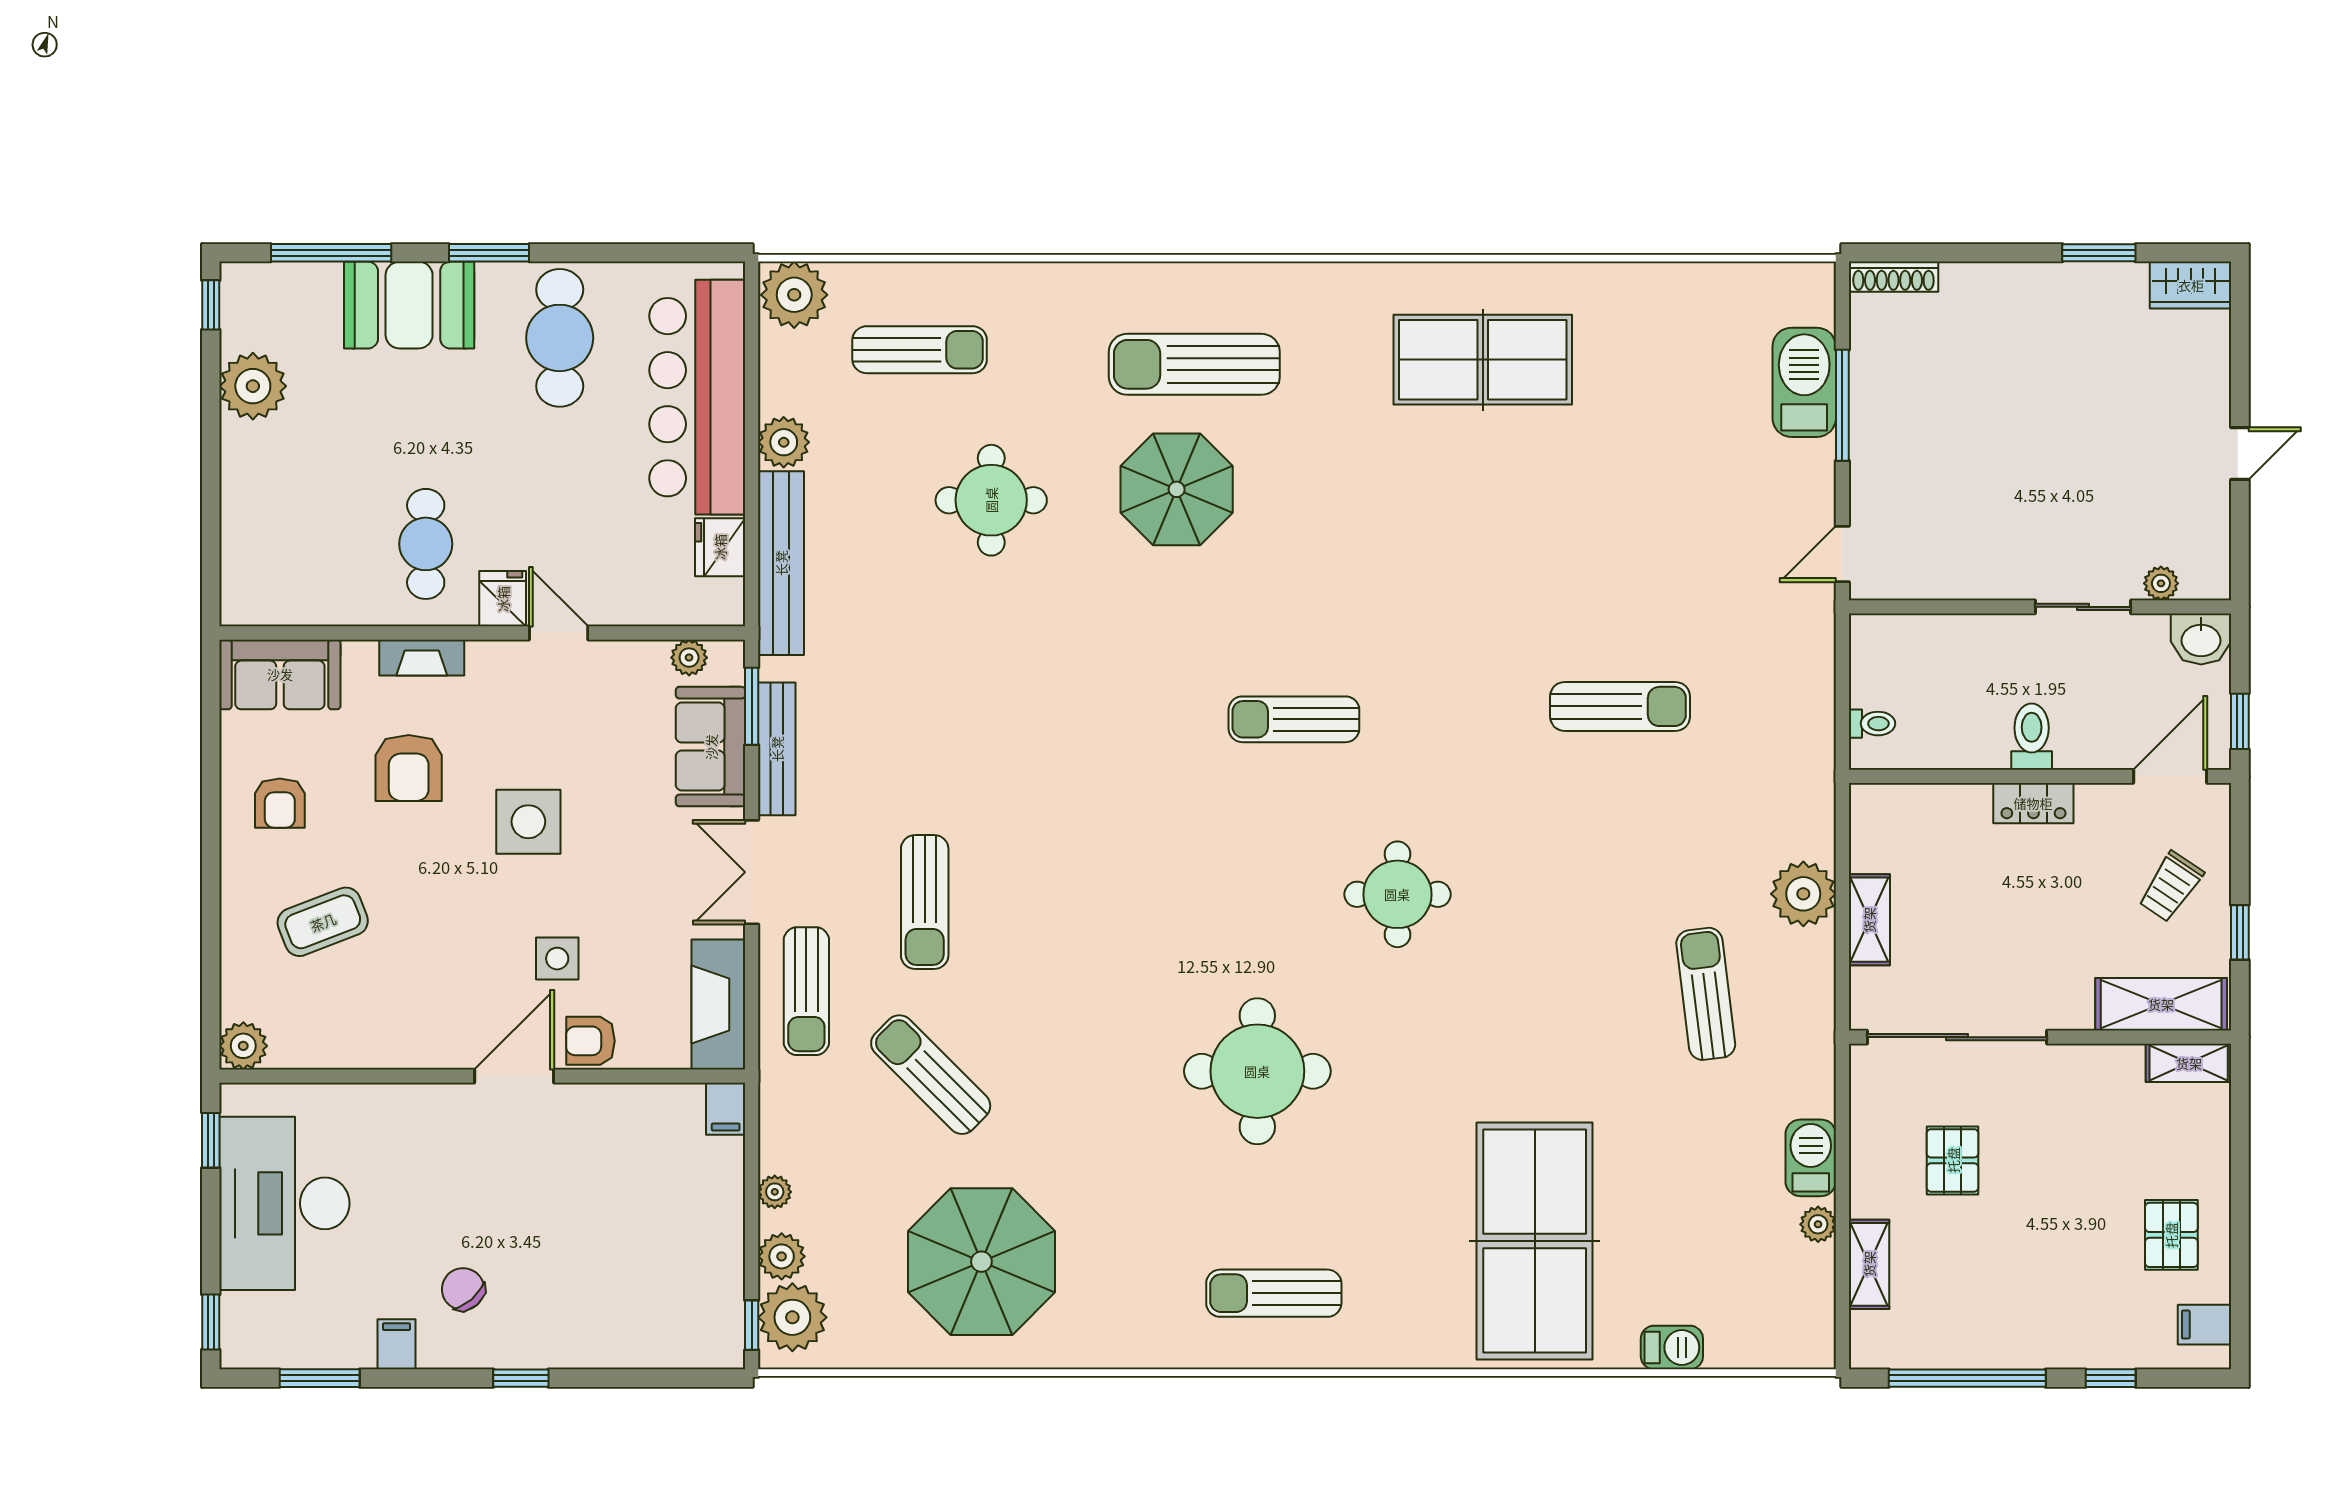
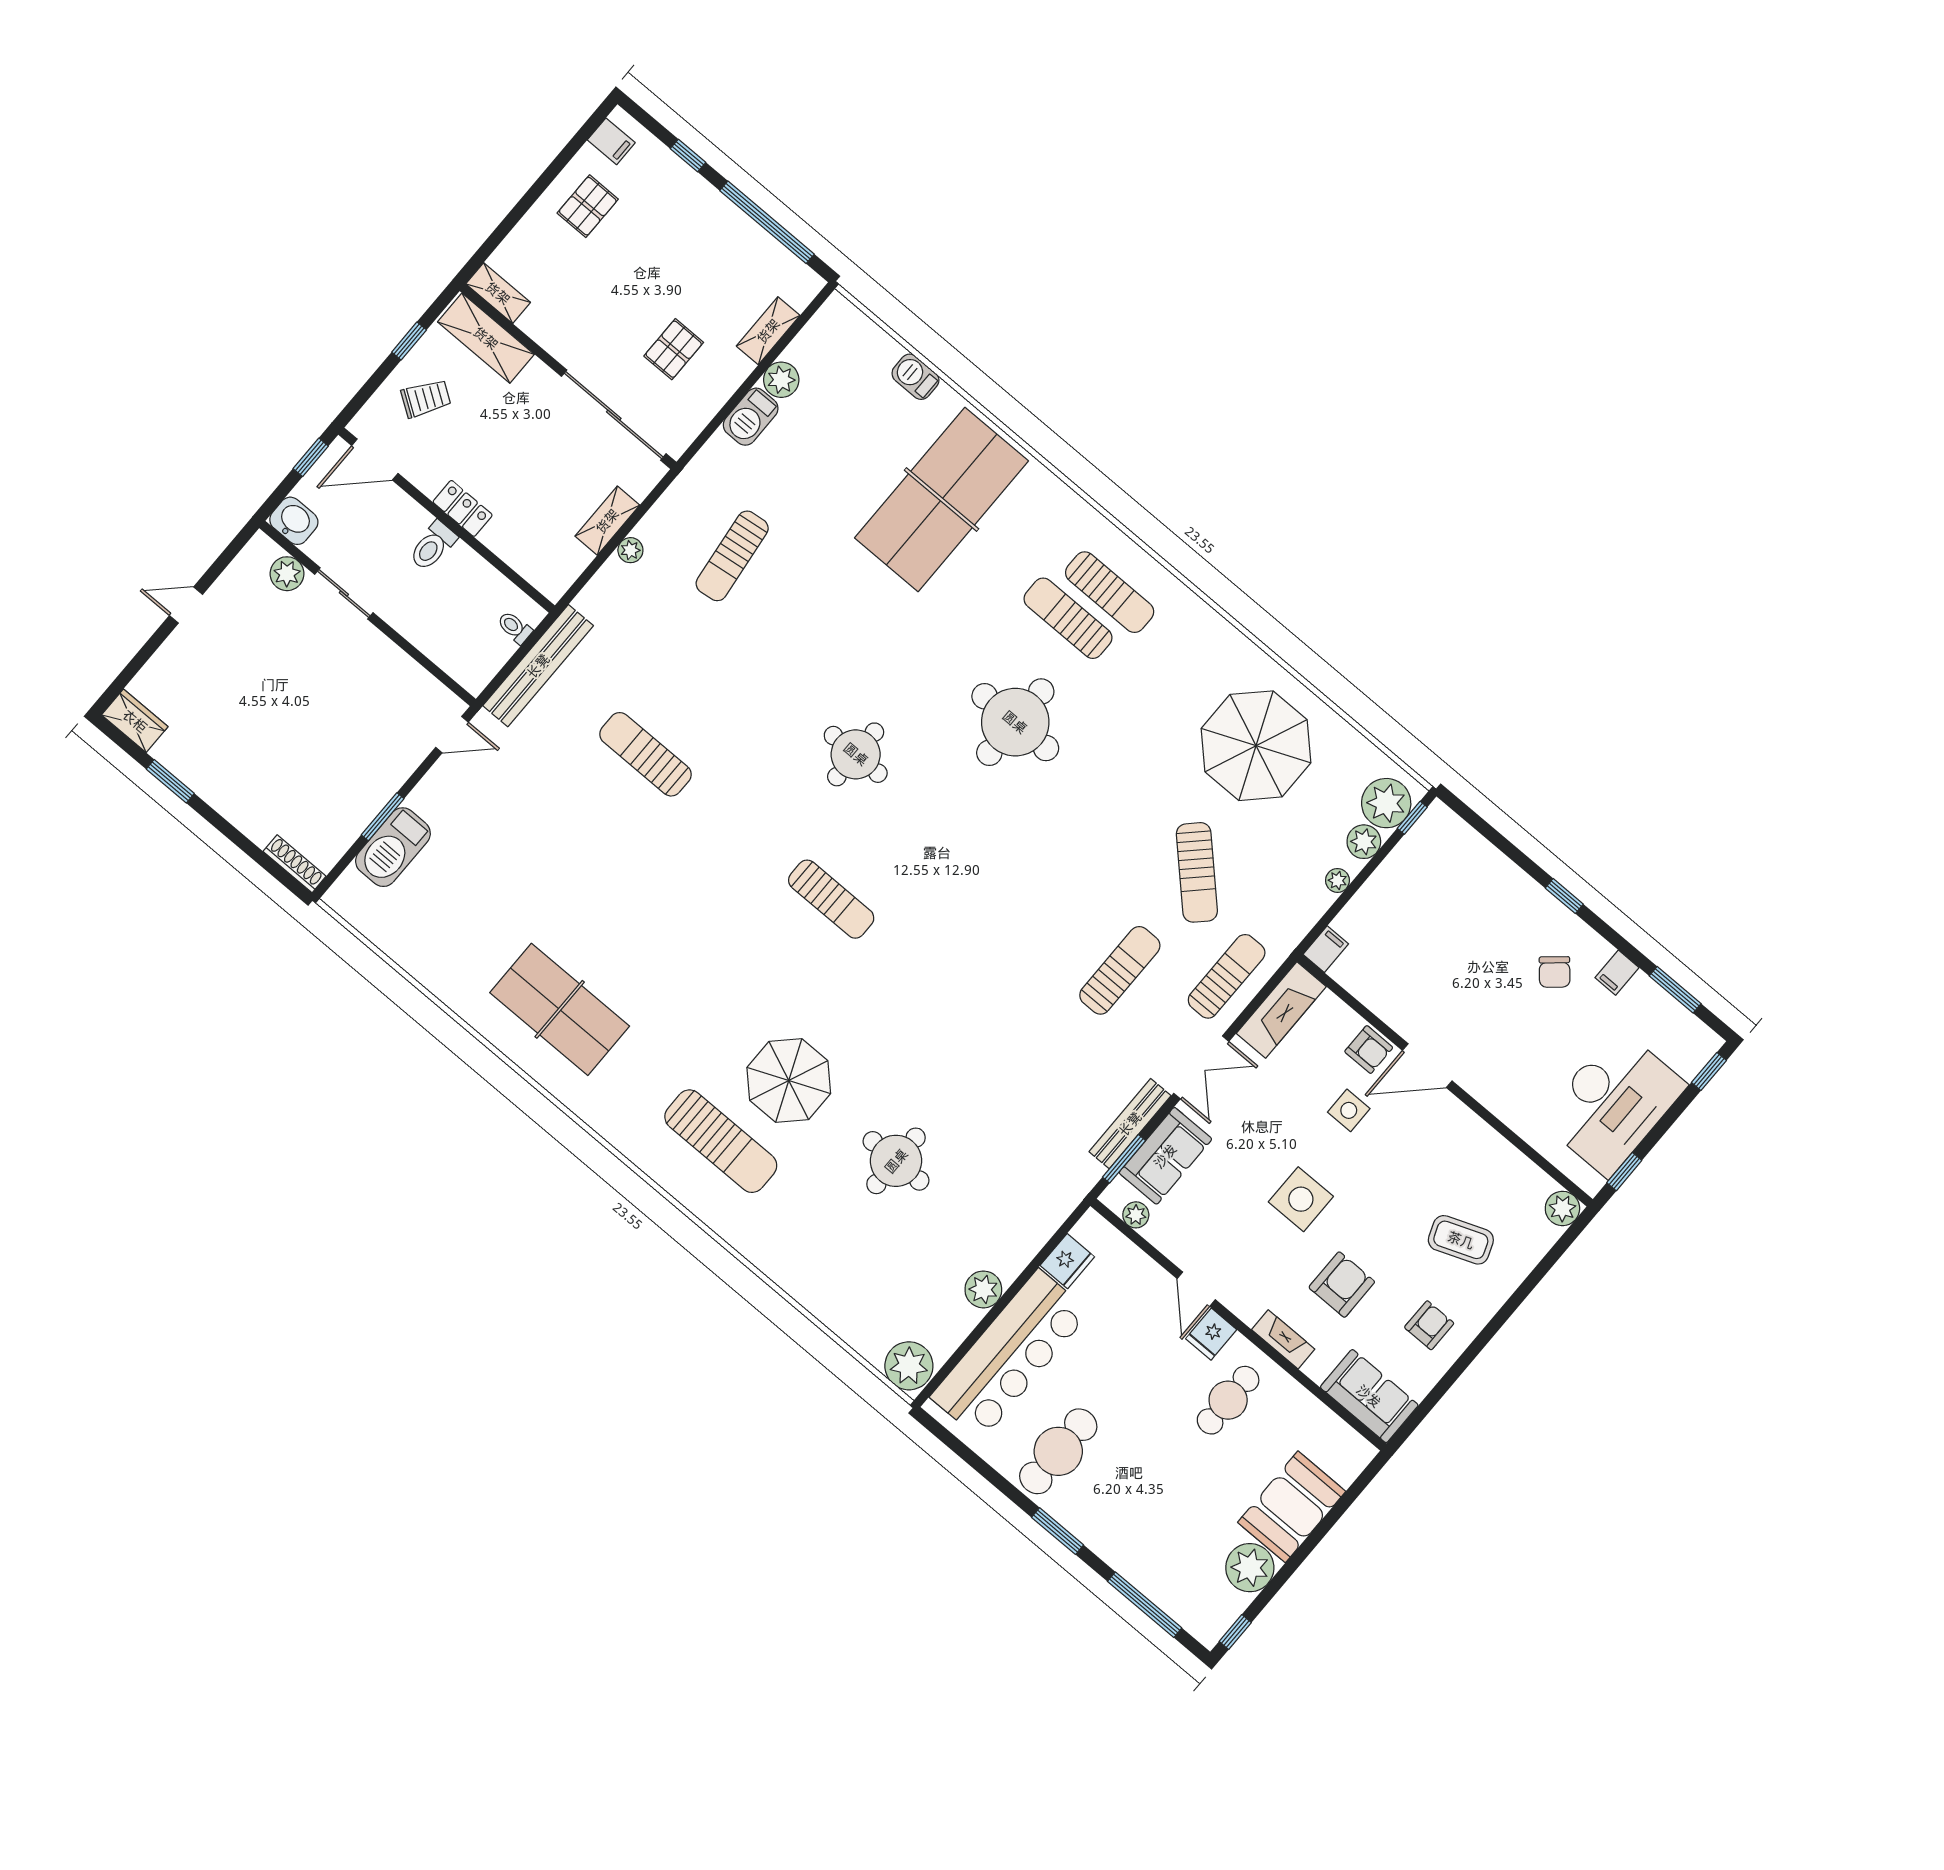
booth: (409, 305) -> (1292, 1507), moved, turned 90
sun lounger: (920, 350) -> (1068, 618), moved
window: (1842, 405) -> (383, 817), width x0.69
bench: (781, 563) -> (538, 666), moved
plant: (2161, 583) -> (287, 574), width x1.38, depth x1.38
plant: (1803, 894) -> (630, 550), width x0.53, depth x0.53
plant: (1818, 1224) -> (781, 380), width x1.38, depth x1.38

